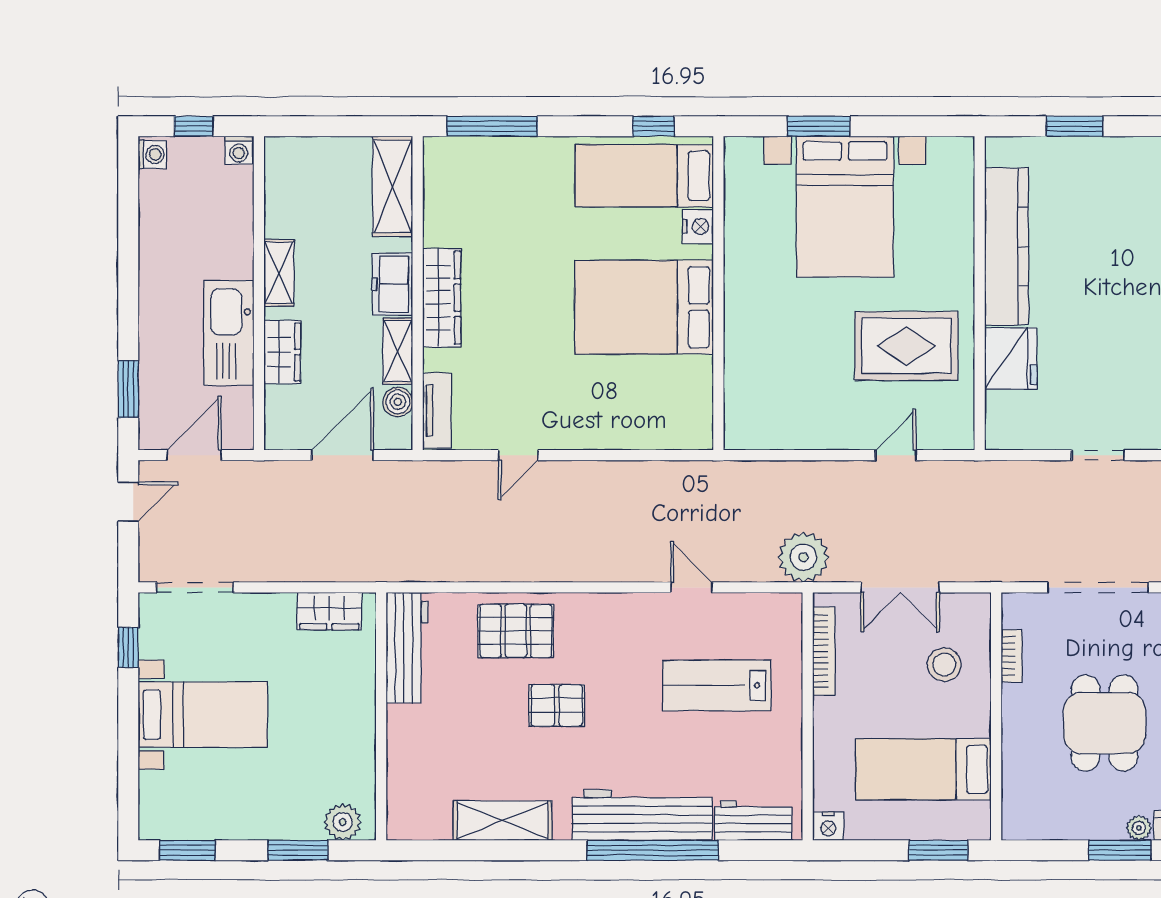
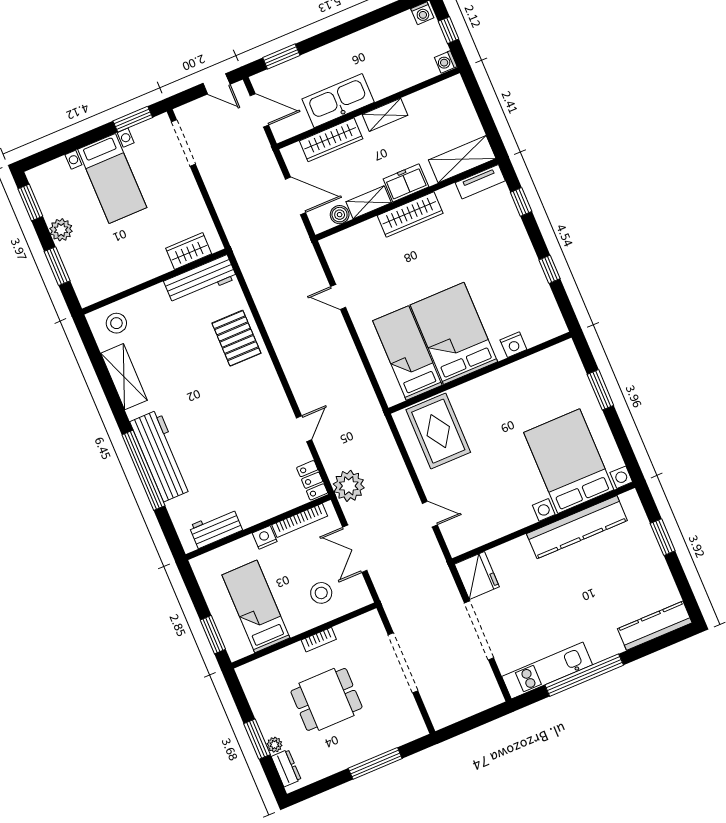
window: (492, 126) -> (521, 202), width x0.46
window: (653, 126) -> (550, 269), moved
bed: (644, 176) -> (407, 353), moved
bed with nightstands: (845, 207) -> (569, 461), moved, turned 90
rug: (906, 346) -> (438, 431), moved
wardrobe: (282, 352) -> (331, 140), width x1.50
fridge: (1011, 358) -> (477, 575), moved, turned -90
tv unit: (437, 411) -> (480, 182), moved
doorway: (1098, 455) -> (479, 630), width x1.88
locker: (772, 608) -> (312, 480), added
wardrobe: (329, 611) -> (189, 251), moved, turned 90
window: (128, 647) -> (133, 119), width x1.50
bookcase: (1012, 656) -> (319, 640), moved
lab bench: (717, 685) -> (254, 467), removed
pallet: (557, 705) -> (203, 380), removed
stool: (419, 798) -> (116, 323), added
workbench: (753, 820) -> (216, 528), moved, turned -90
plant: (343, 822) -> (61, 230), moved
nightstand: (828, 826) -> (265, 537), moved, turned 90

